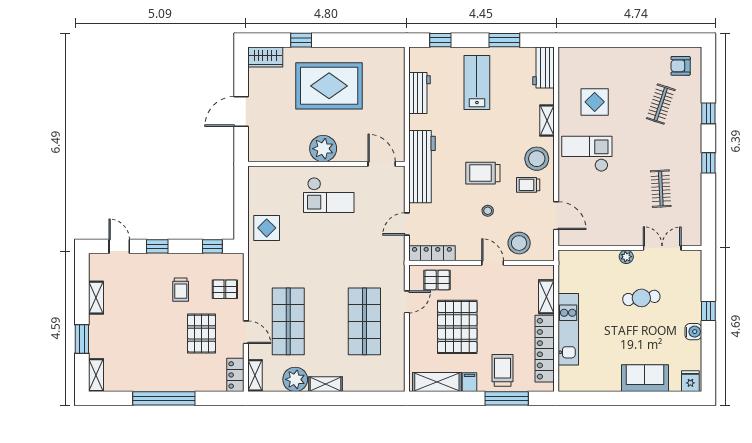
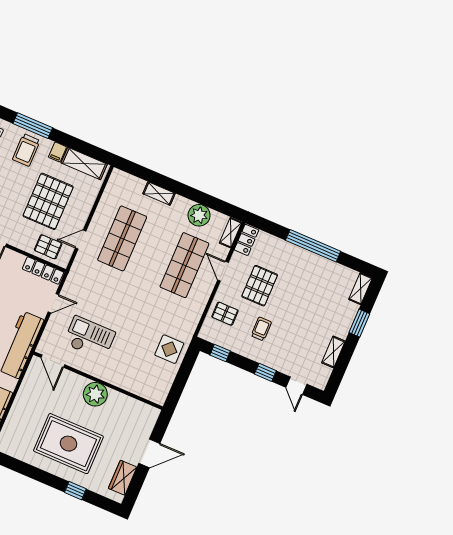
wardrobe: (265, 57) -> (123, 478), moved, turned -90
checkout: (329, 195) -> (89, 338), moved
shelving: (325, 384) -> (159, 193), moved

